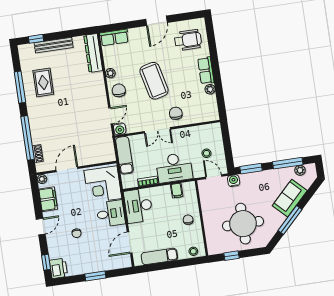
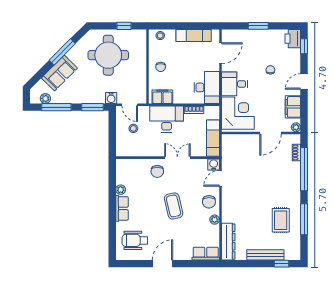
coffee table: (154, 81) -> (174, 206), width x0.73, depth x0.76
filing cabinet: (177, 191) -> (162, 97), width x2.00

